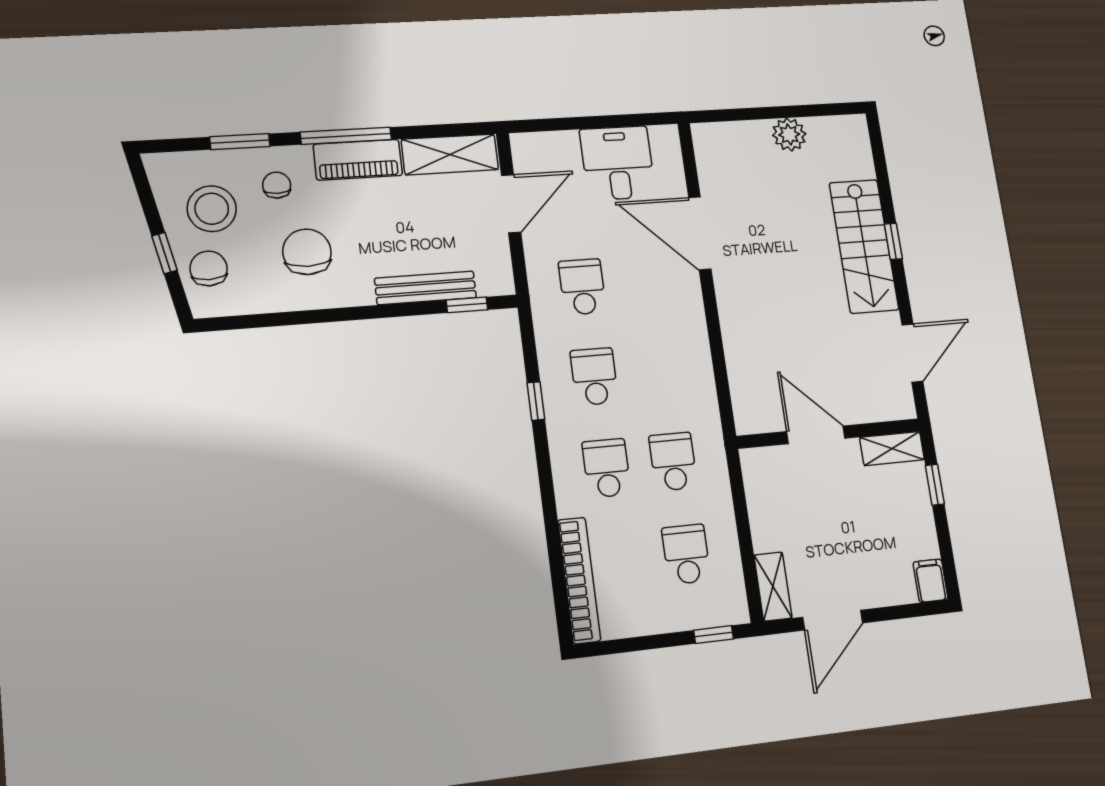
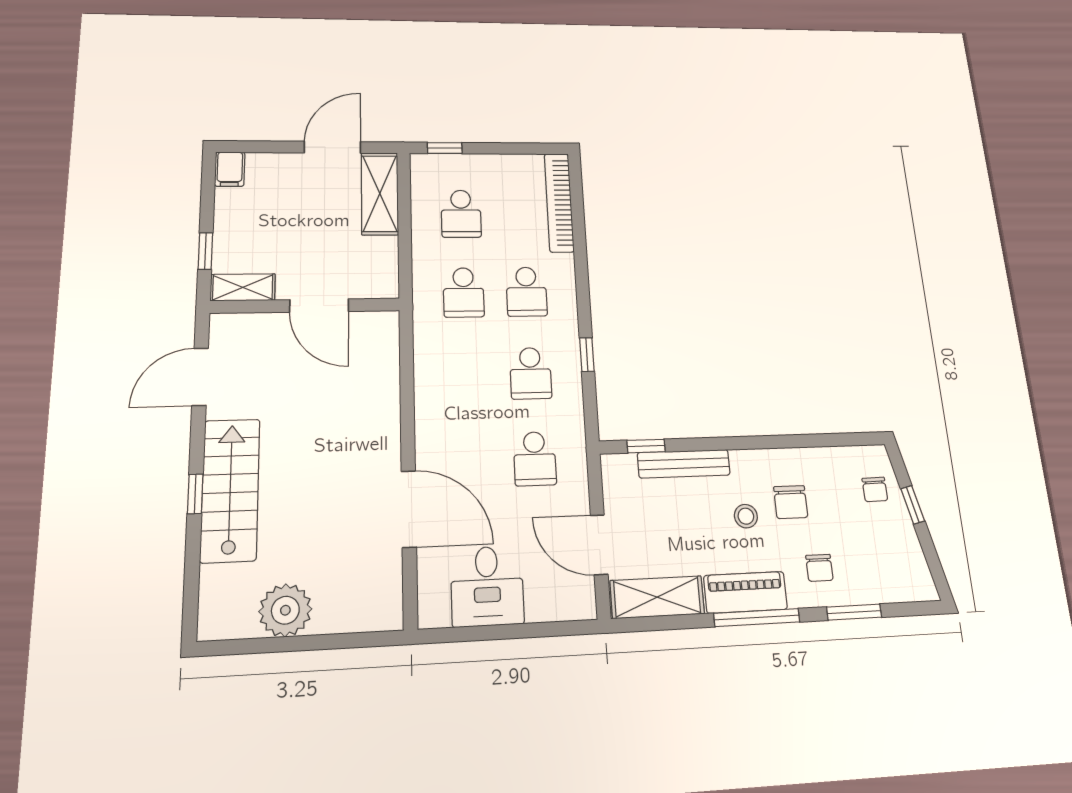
plant: (789, 134) -> (285, 610), width x1.36, depth x1.36
door: (511, 204) -> (599, 545), hinge flipped
stool: (212, 209) -> (746, 516), moved, width x0.53, depth x0.53
chair: (307, 252) -> (791, 502), width x0.73, depth x0.73
chair: (209, 268) -> (875, 489), width x0.73, depth x0.73
shelving: (773, 586) -> (380, 194), width x1.50, depth x1.33

